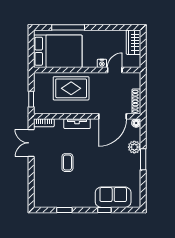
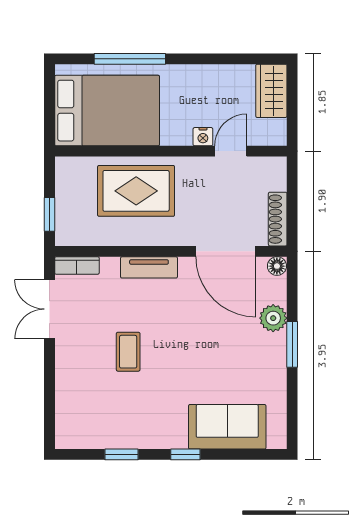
door: (113, 116) -> (226, 251), hinge flipped
window: (104, 210) -> (185, 454), moved

